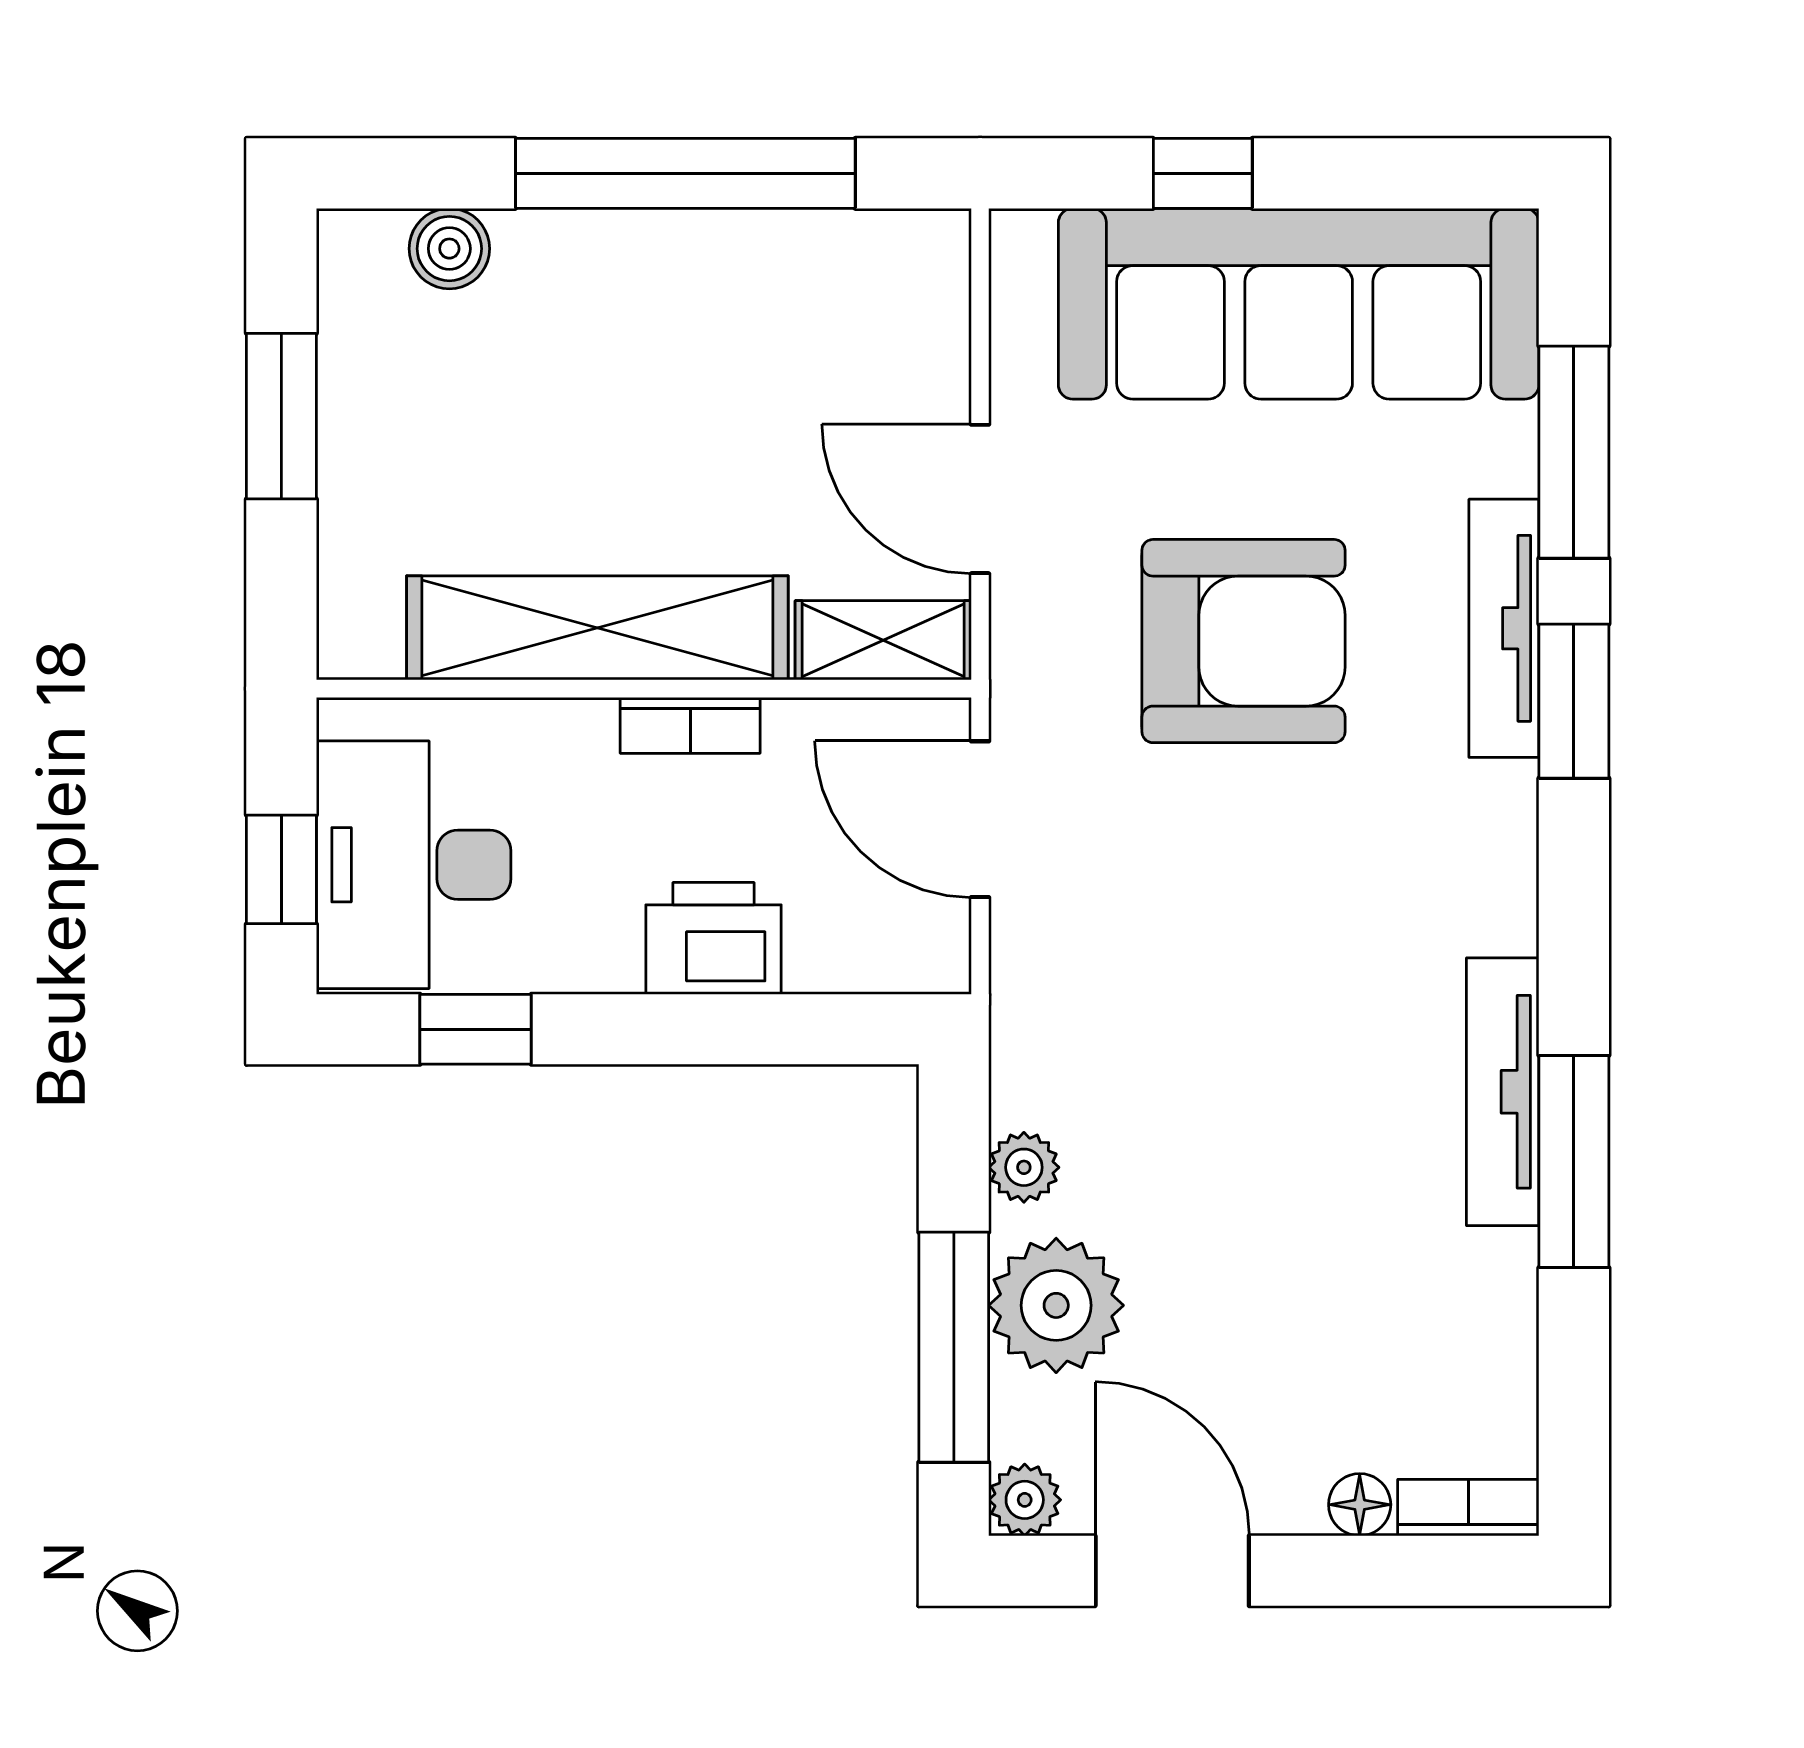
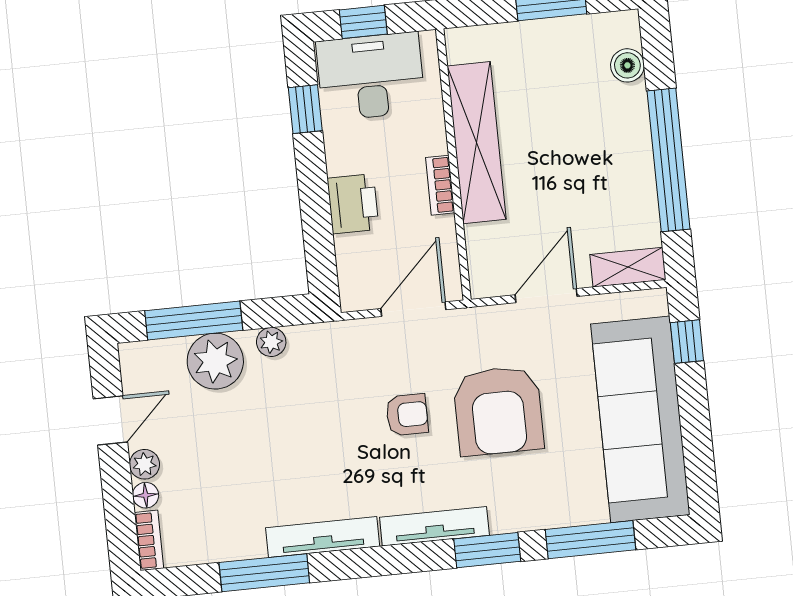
window: (1203, 173) -> (687, 342), moved
tv unit: (1504, 628) -> (434, 526), moved
shelving: (883, 640) -> (628, 267), moved, turned 90
armchair: (1231, 860) -> (407, 415), added
window: (1574, 1161) -> (264, 573), moved
plant: (1025, 1500) -> (144, 464), moved
door: (1172, 1571) -> (110, 420), width x0.73

